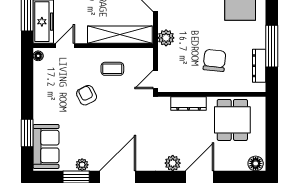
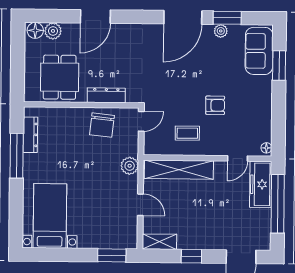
chair: (214, 60) -> (102, 125), moved
armchair: (87, 95) -> (215, 105), turned -63
plant: (173, 163) -> (53, 31), moved

